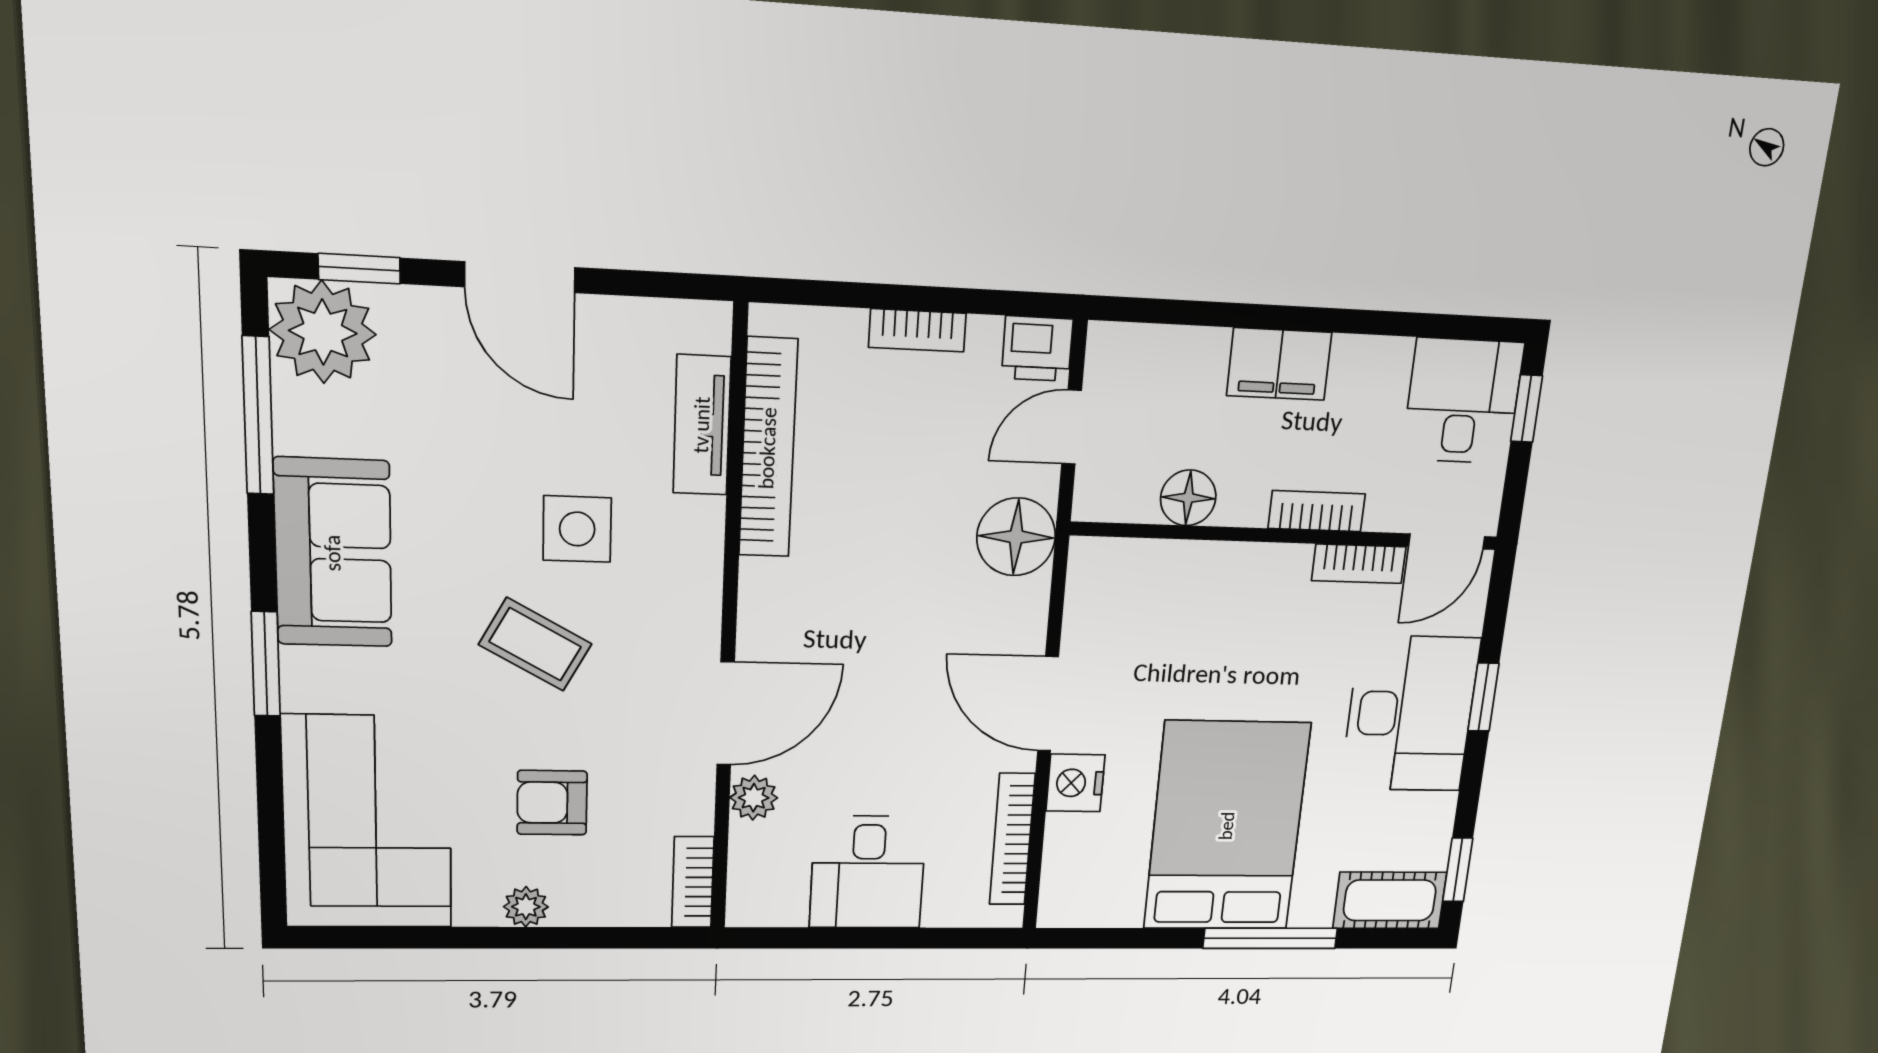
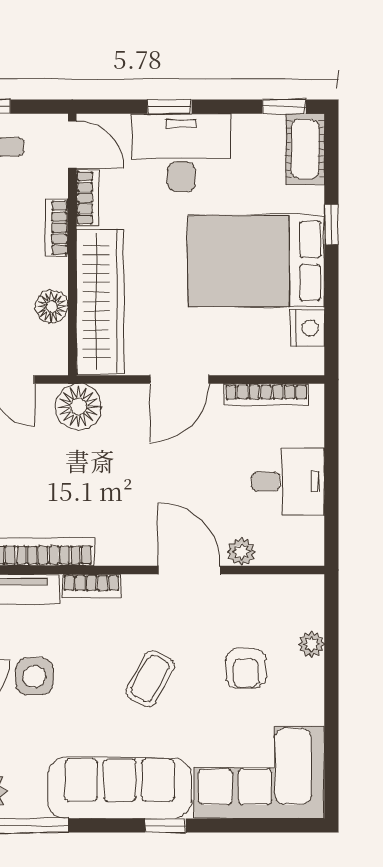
side table: (577, 529) -> (34, 676), moved
sofa: (333, 553) -> (120, 788), width x1.36
wardrobe: (1188, 579) -> (100, 301), added
window: (266, 664) -> (165, 826), width x0.67
nightstand: (1075, 783) -> (308, 328), moved, turned -90
bookcase: (693, 882) -> (92, 586), moved
plant: (526, 907) -> (311, 644), moved
window: (1270, 938) -> (331, 224), width x0.46

